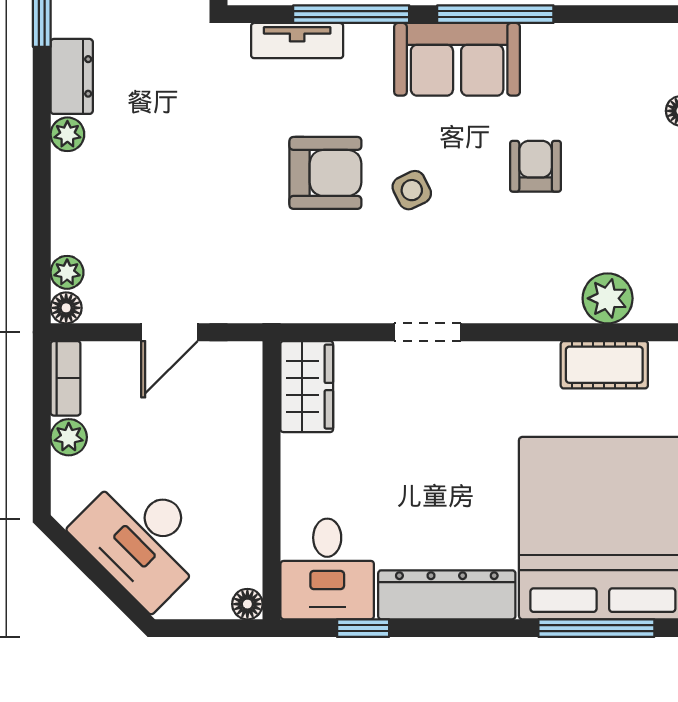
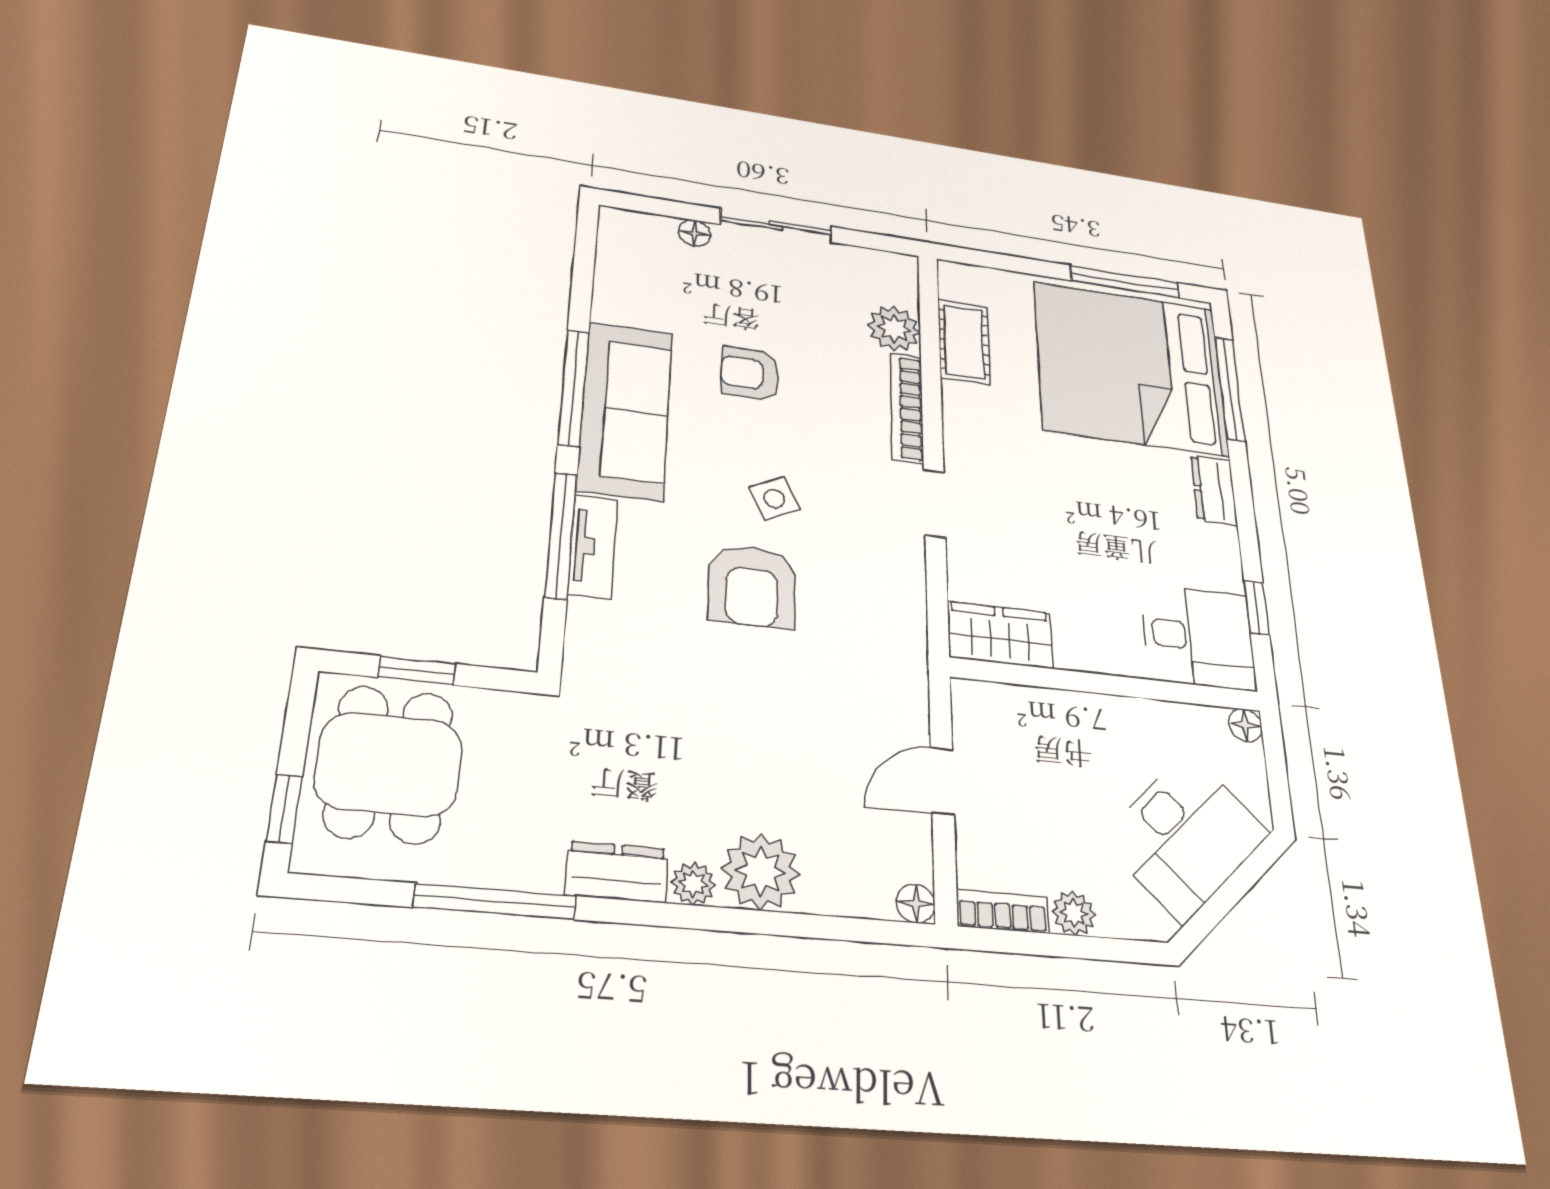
tv unit: (297, 41) -> (593, 546), moved
sofa: (457, 59) -> (625, 410), width x1.36
armchair: (325, 173) -> (752, 586), turned 180
plant: (67, 272) -> (761, 871), moved, width x1.88, depth x1.88
bookcase: (523, 309) -> (907, 408), added
door: (169, 332) -> (942, 781), swing flipped
dresser: (447, 595) -> (1214, 490), width x0.51, depth x0.80

